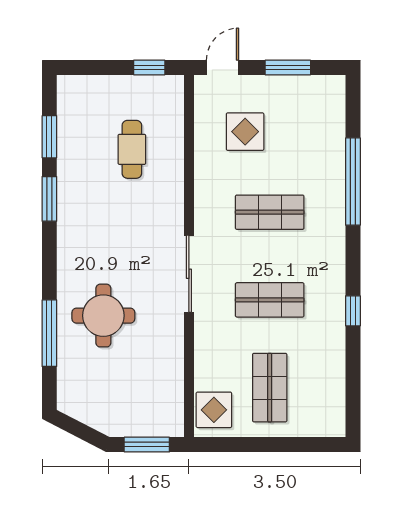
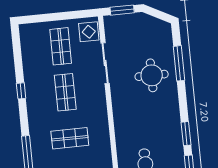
sliding door: (189, 274) -> (105, 63), moved
shop shelf: (270, 300) -> (65, 92), turned 90

